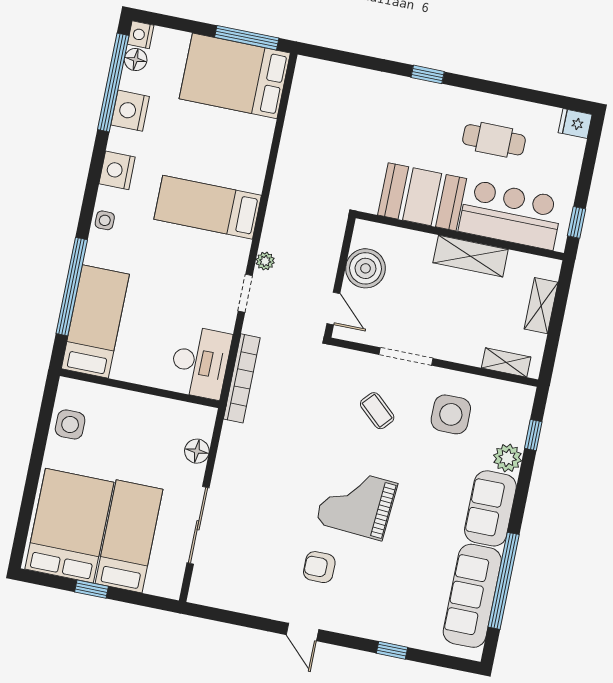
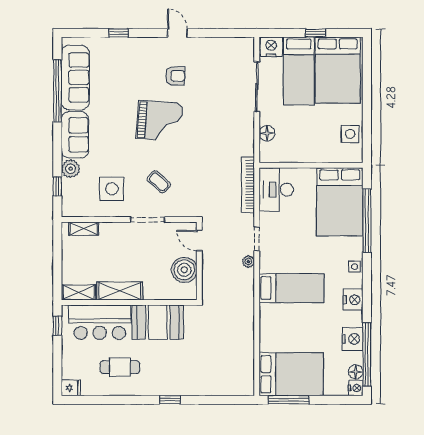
shelving: (541, 306) -> (79, 292), moved, turned 90
bed: (95, 321) -> (340, 202), width x1.50
nightstand: (164, 582) -> (271, 47), added

